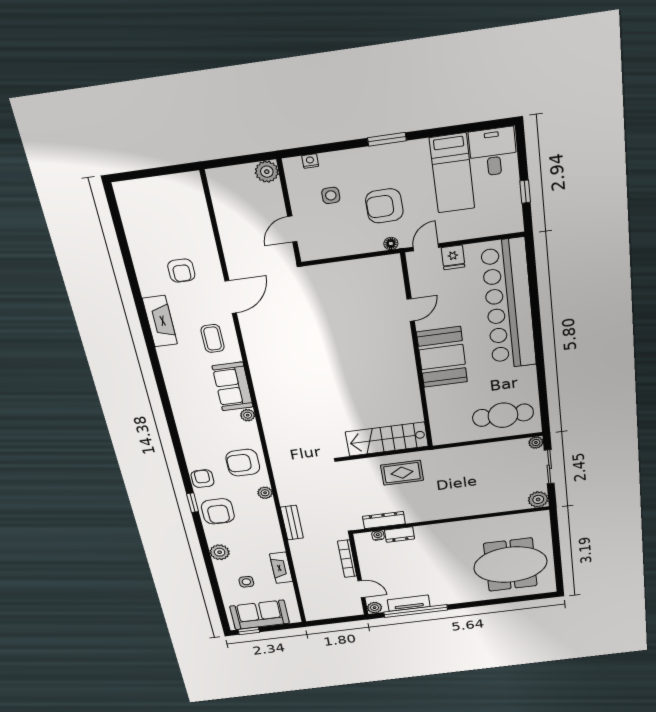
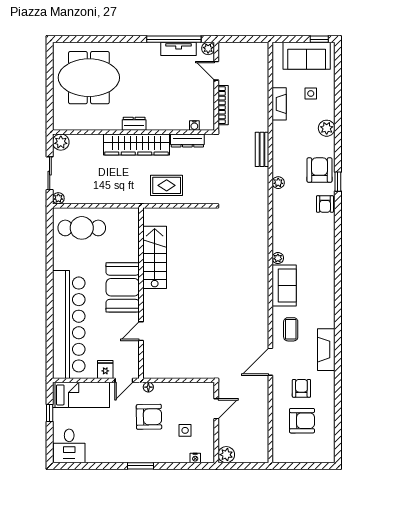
bed: (452, 173) -> (81, 395), moved, turned 90
stairs: (387, 439) -> (155, 257), moved, turned -90
armchair: (243, 463) -> (302, 421), moved
wardrobe: (445, 509) -> (136, 145), added
dresser: (400, 534) -> (134, 124), moved

